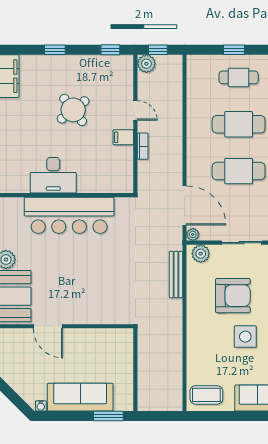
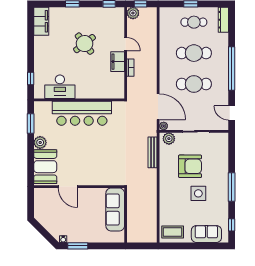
filing cabinet: (123, 137) -> (118, 62), width x2.00
desk: (53, 175) -> (60, 87), moved
sofa: (80, 397) -> (115, 210), moved, turned -90
window: (108, 416) -> (78, 246), moved

